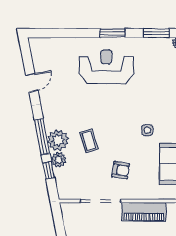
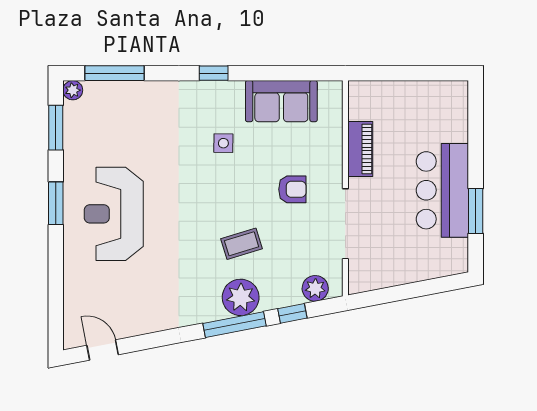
door: (32, 83) -> (103, 350), moved
plant: (59, 160) -> (315, 288), moved
armchair: (121, 170) -> (292, 189), turned 81
piano: (144, 212) -> (360, 149), width x0.73, depth x0.75

